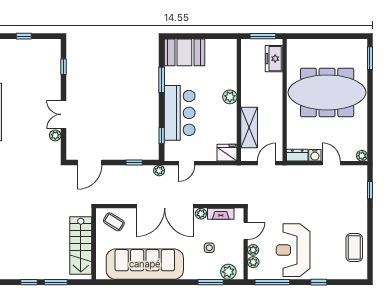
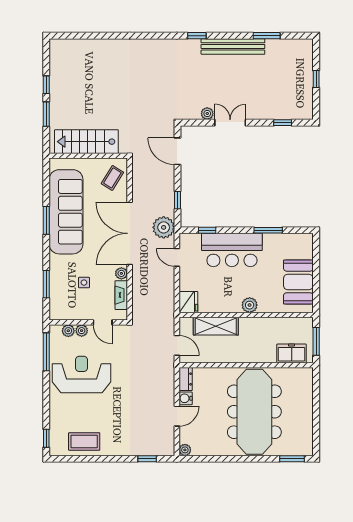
booth: (184, 52) -> (298, 282), moved
plant: (159, 171) -> (164, 227), width x1.88, depth x1.88
plant: (228, 272) -> (58, 303), removed
window: (153, 282) -> (46, 220), added
window: (319, 282) -> (46, 438), moved

